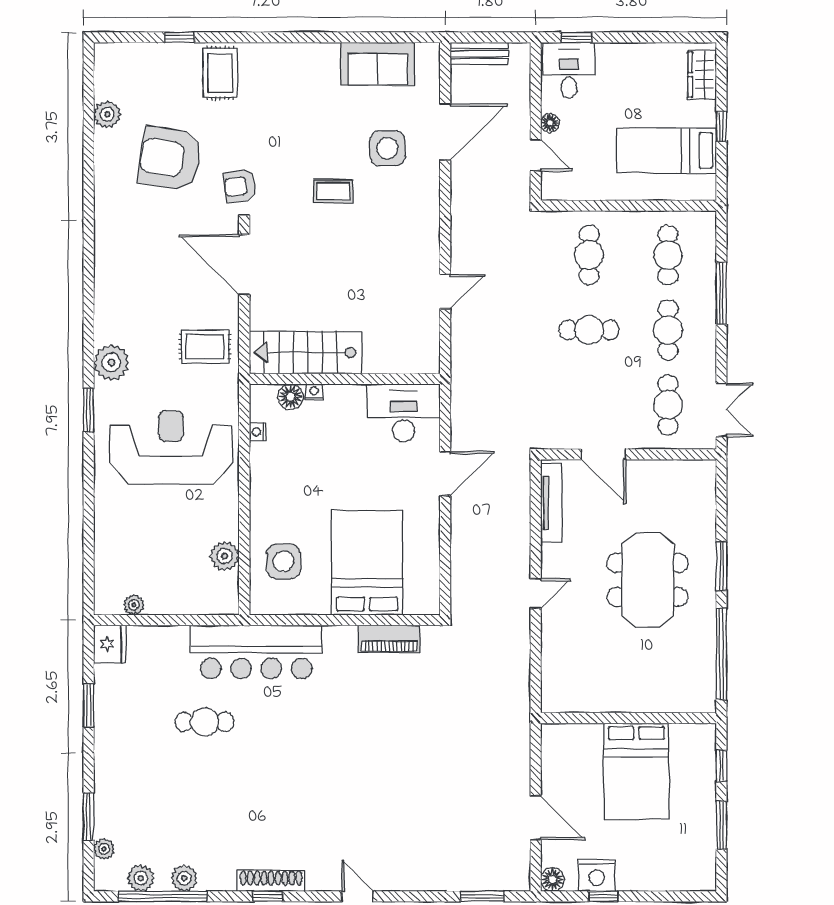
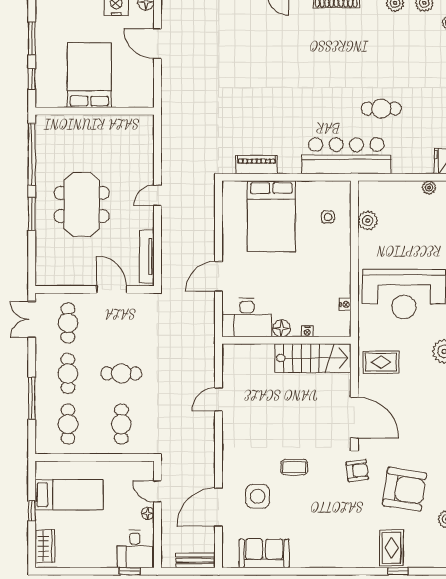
rug: (220, 73) -> (391, 548), moved
floor lamp: (291, 397) -> (281, 328), moved
side table: (283, 561) -> (328, 217), width x0.54, depth x0.54

